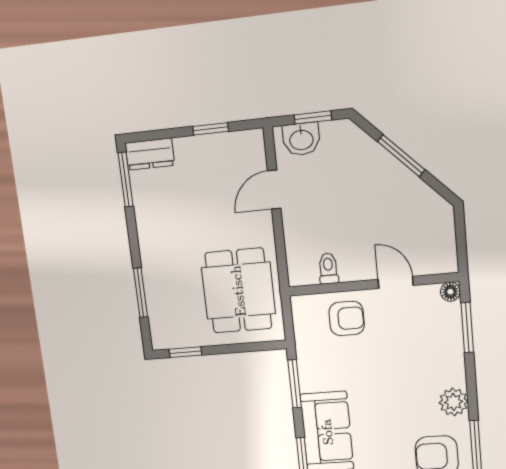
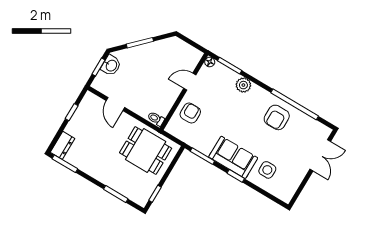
washbasin: (301, 139) -> (111, 65), moved
toilet: (328, 269) -> (156, 119), moved
plant: (454, 402) -> (243, 85), moved

